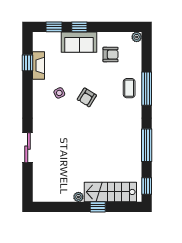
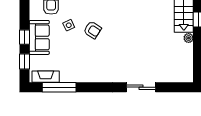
window: (28, 63) -> (59, 87), width x2.17
fireplace: (39, 65) -> (46, 77), moved
side table: (59, 93) -> (69, 25), moved

